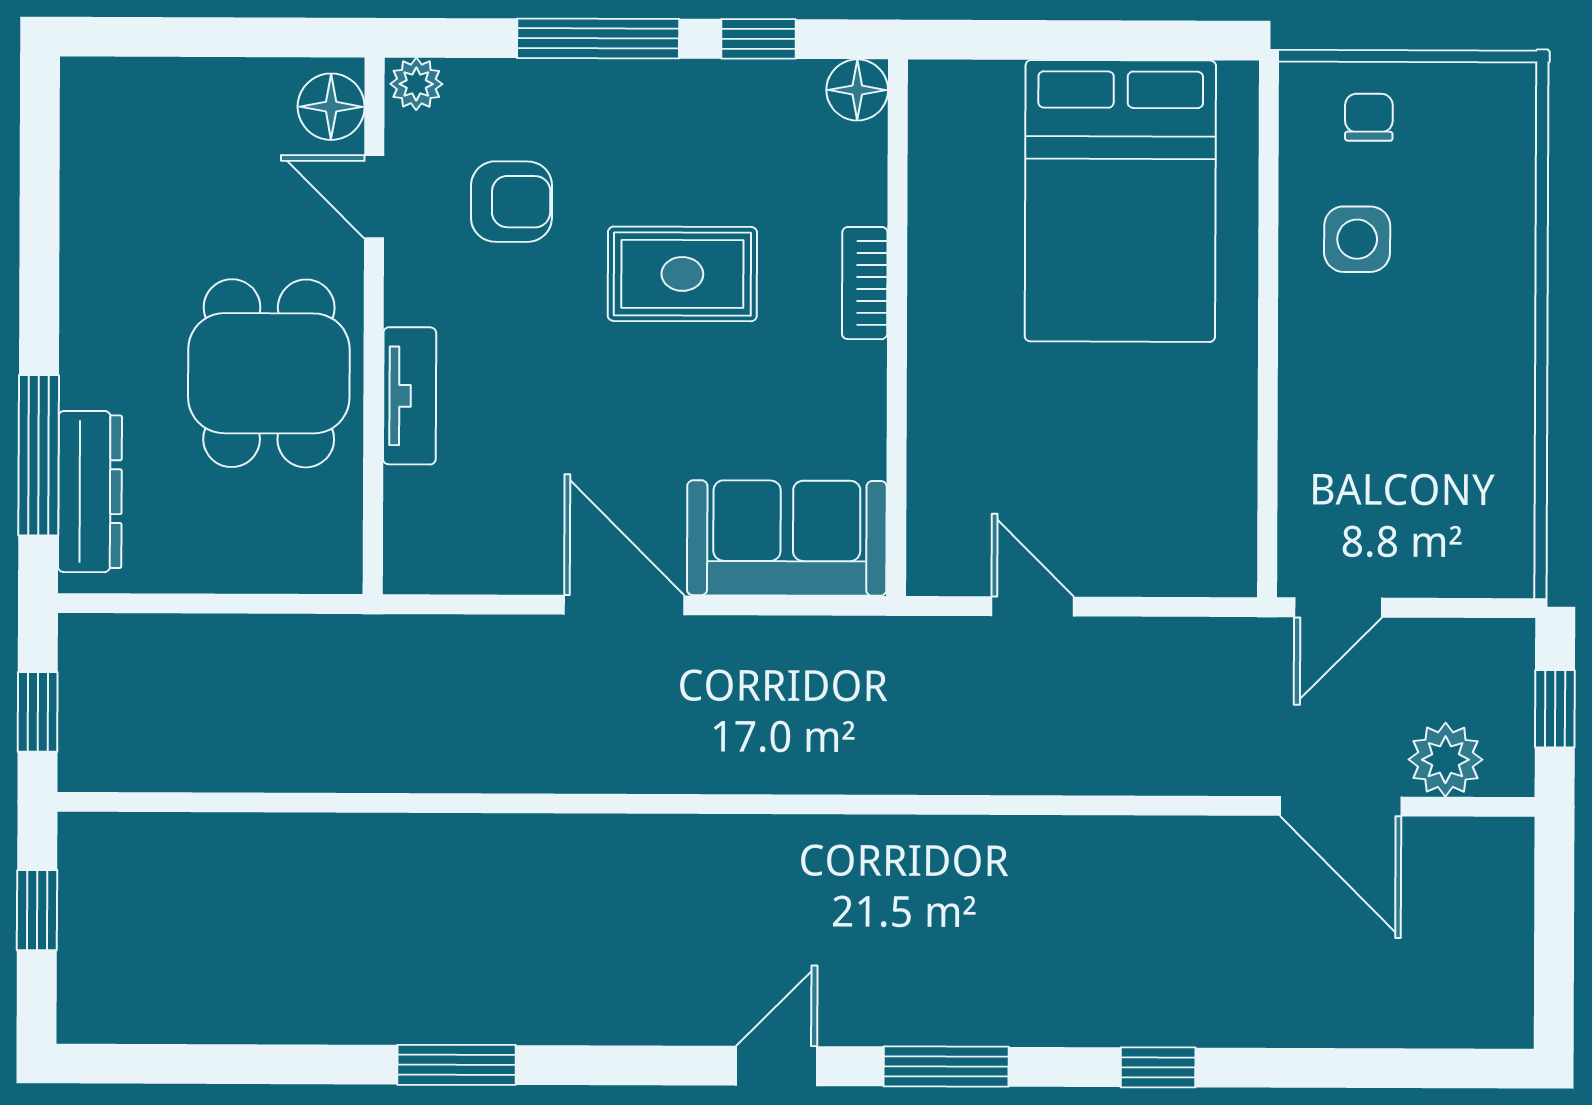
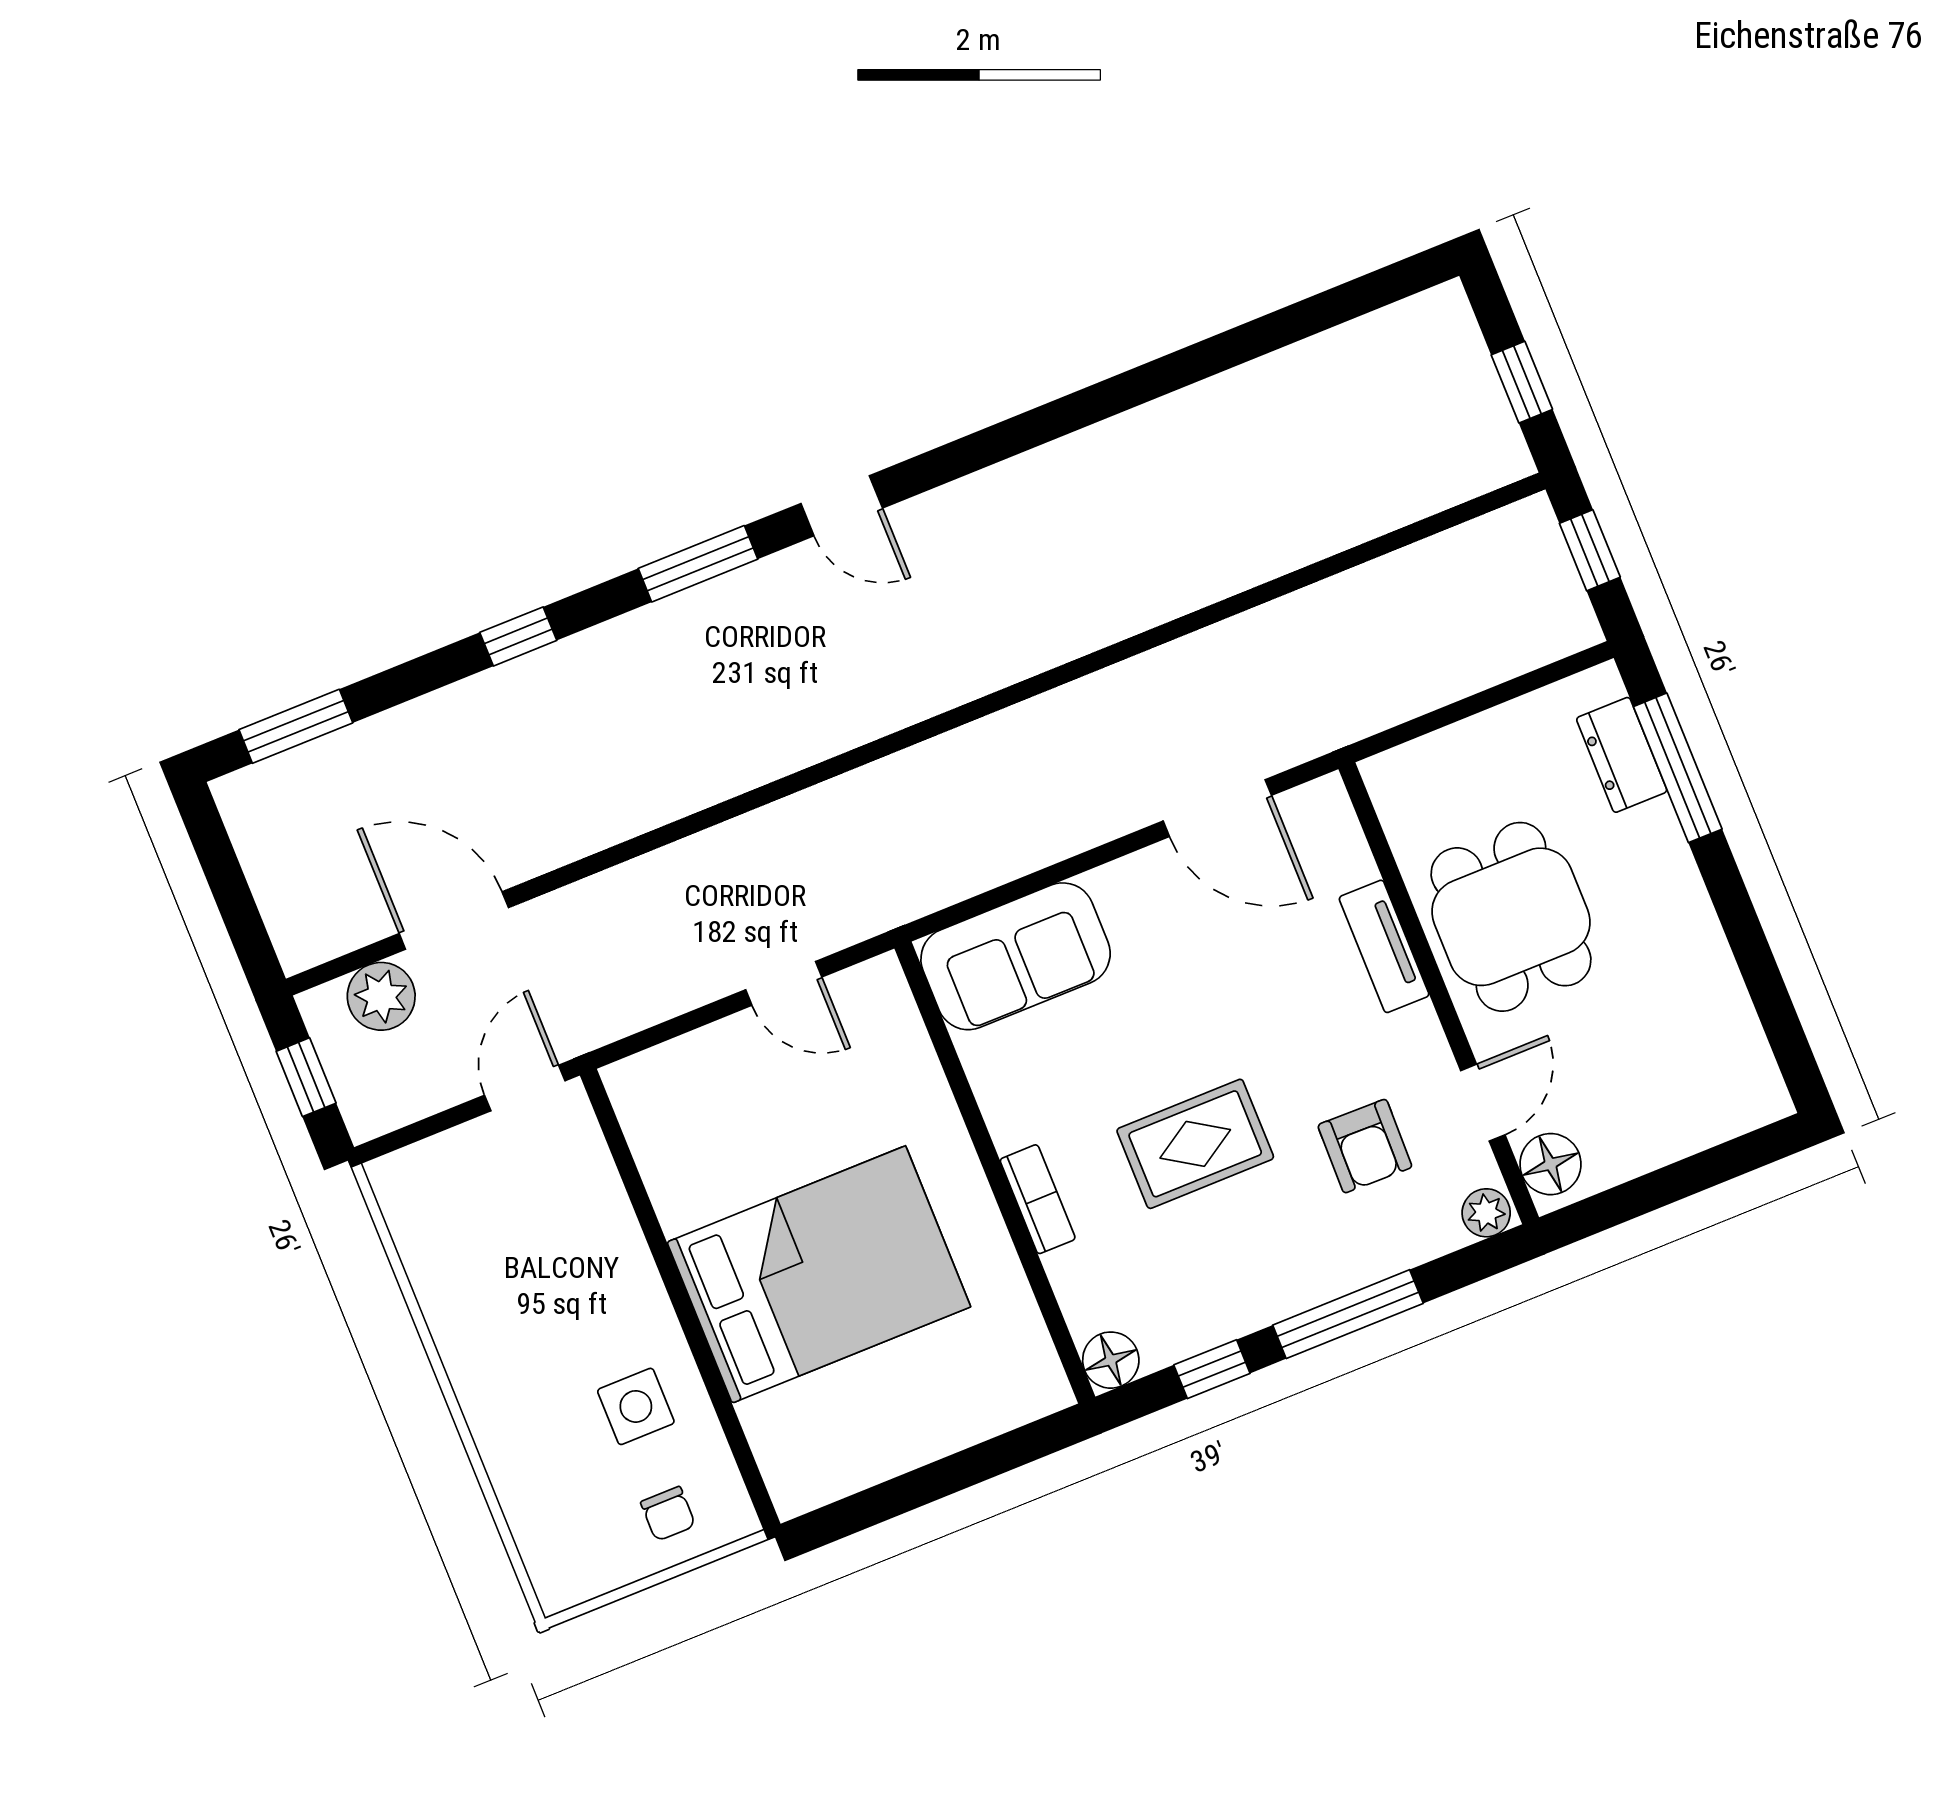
door: (374, 197) -> (1483, 1103), hinge flipped
bed: (1120, 201) -> (819, 1274), moved, turned 90
armchair: (511, 202) -> (1365, 1146), turned -89
dresser: (90, 492) -> (1622, 755), width x0.70
door: (624, 605) -> (1217, 808), moved
window: (457, 1065) -> (296, 726), moved
door: (777, 1066) -> (842, 506), hinge flipped

